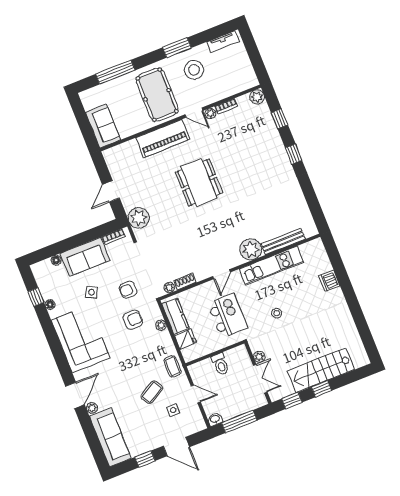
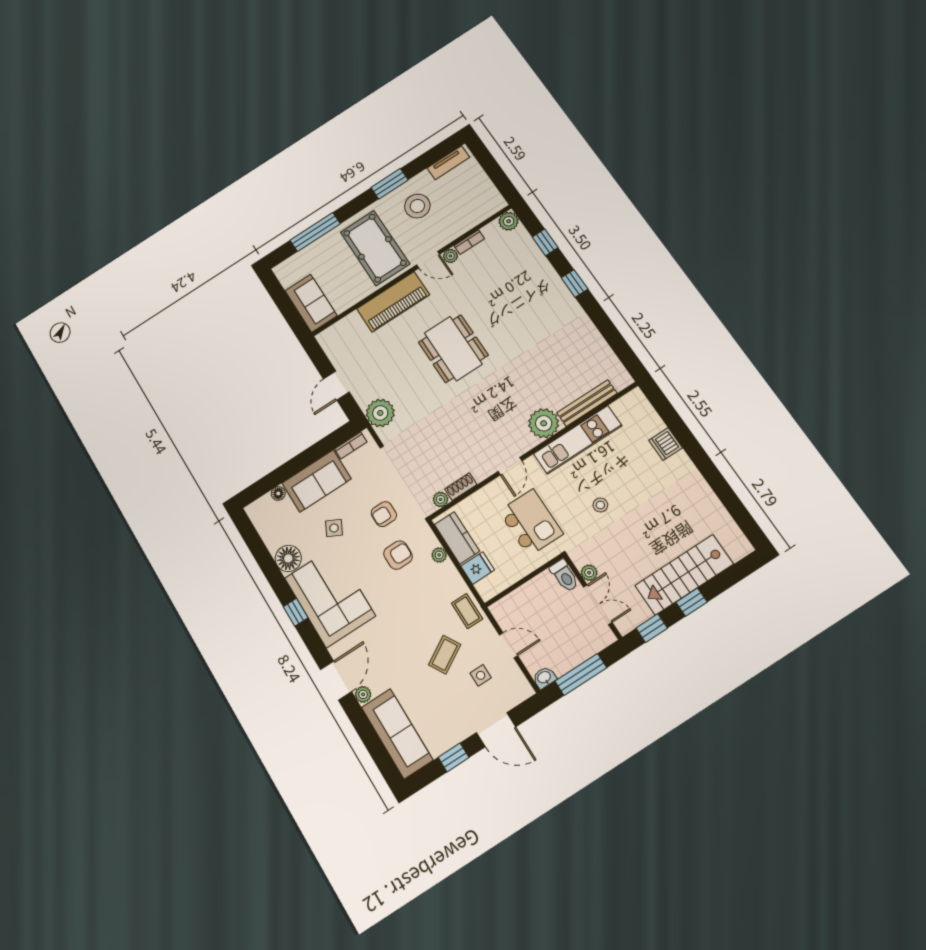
window: (36, 297) -> (296, 612), moved
floor lamp: (50, 305) -> (288, 558), width x1.89, depth x1.89
toilet: (220, 364) -> (564, 576), moved

